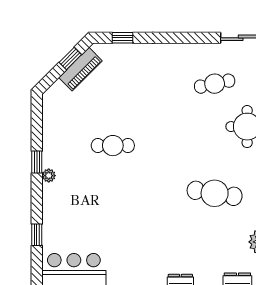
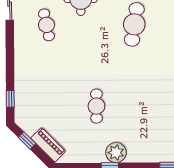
piano: (80, 69) -> (48, 145), moved
plant: (49, 176) -> (116, 153), width x1.88, depth x1.88

